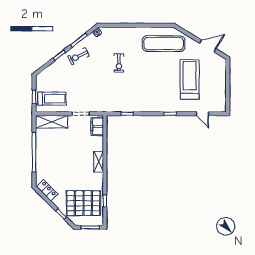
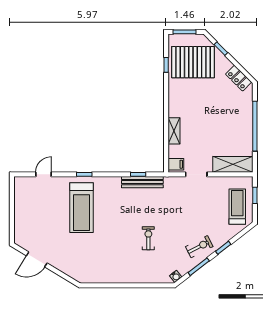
exercise mat: (164, 44) -> (92, 262), removed
treadmill: (190, 80) -> (81, 208), moved
treadmill: (52, 99) -> (237, 207), moved, turned 90
bench: (124, 108) -> (142, 182), added
door: (202, 114) -> (44, 174), hinge flipped
filing cabinet: (97, 126) -> (176, 164), width x0.50
shelving: (99, 162) -> (174, 131), moved

